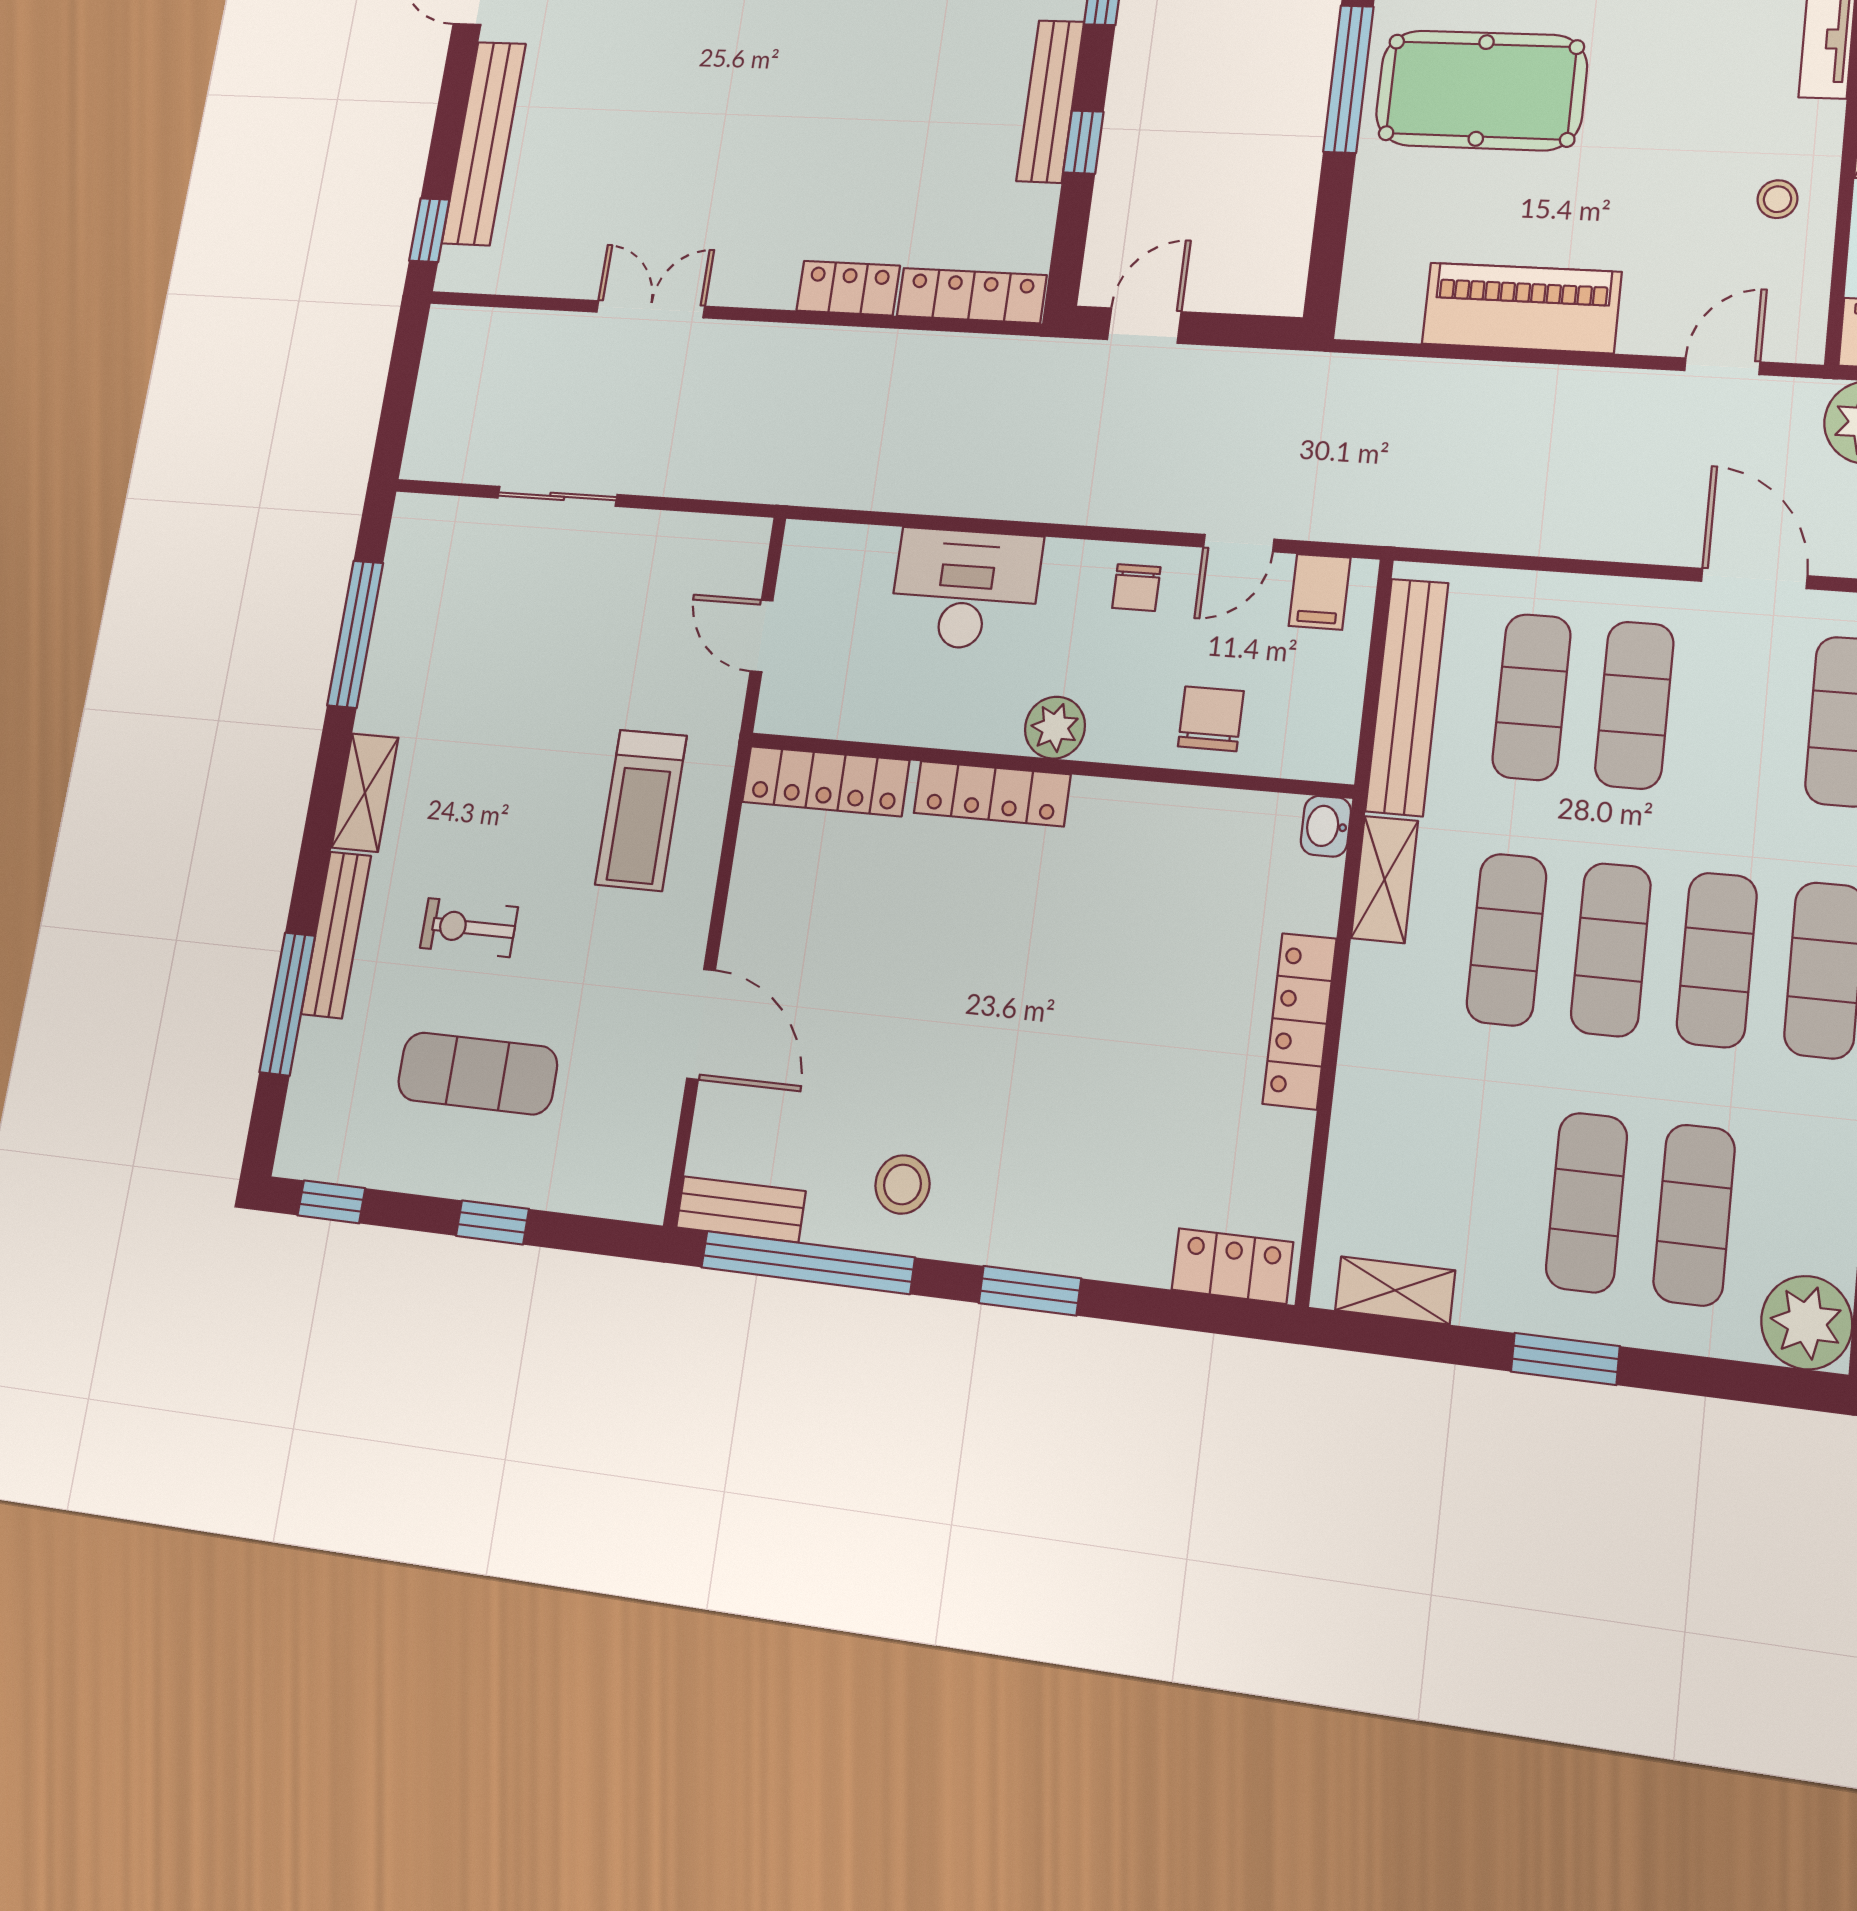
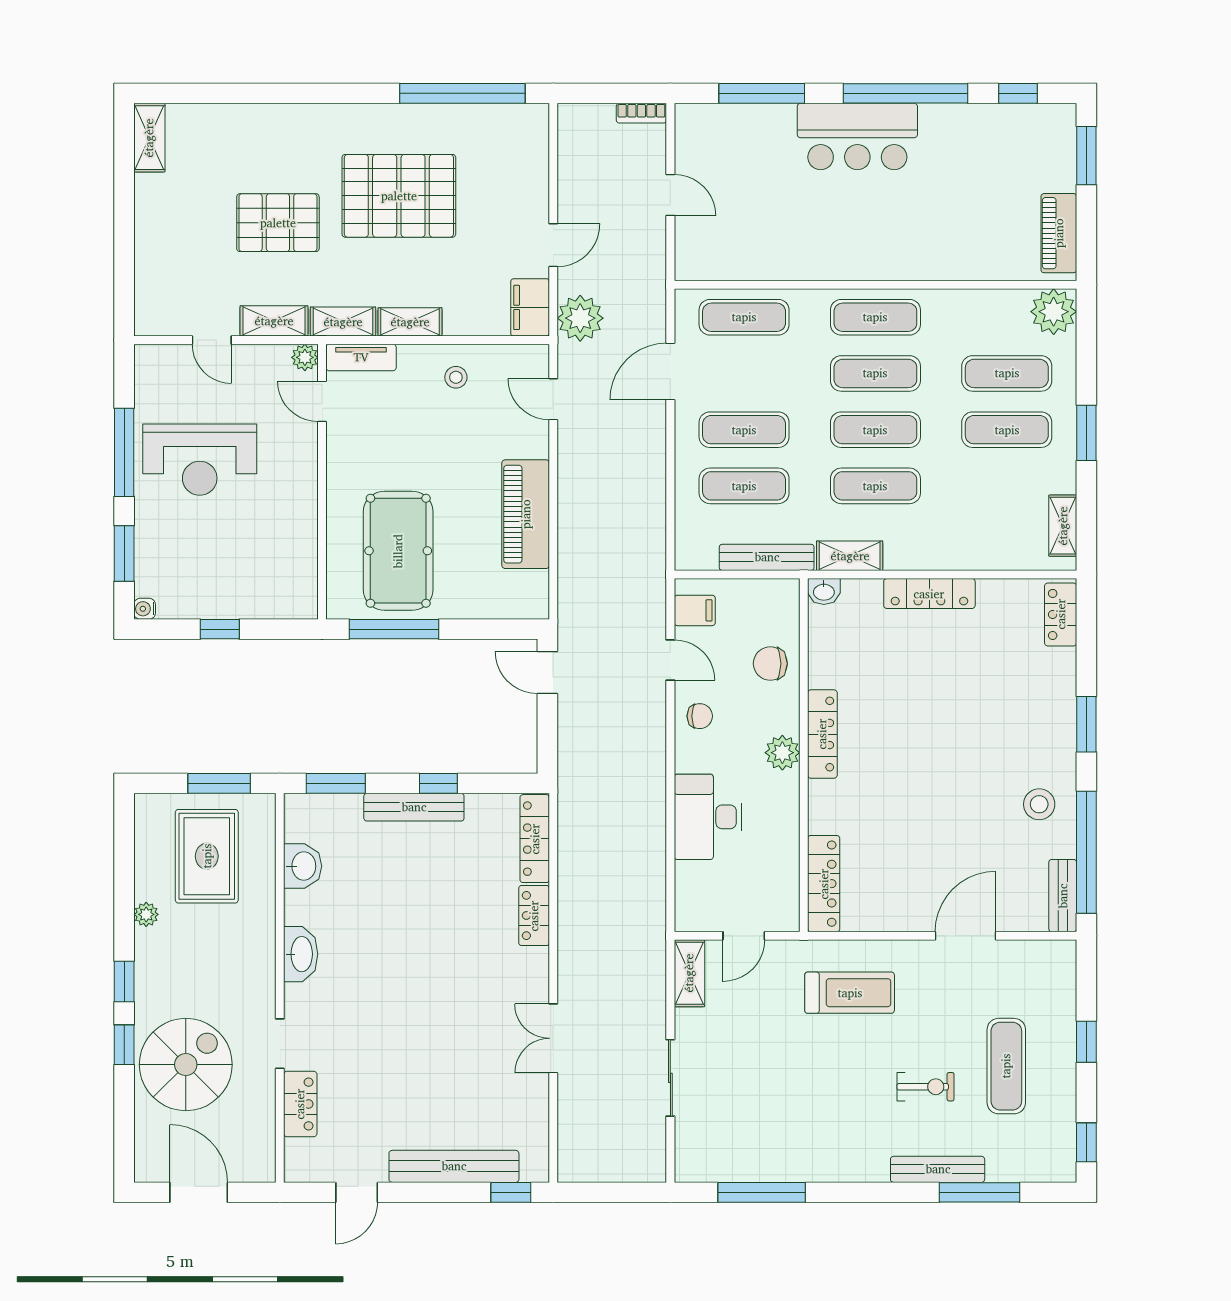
door: (1144, 326) -> (547, 673), moved
bench: (1407, 697) -> (767, 557), width x0.73, depth x0.82
shelving: (365, 793) -> (689, 973), moved, turned 90
locker: (992, 794) -> (822, 734), moved
exercise bike: (469, 928) -> (926, 1087), turned -90

